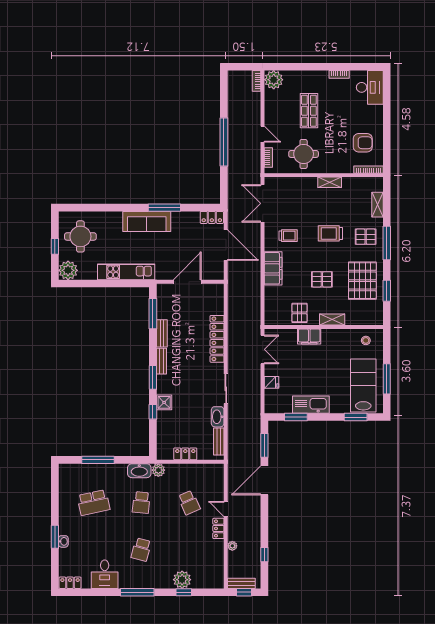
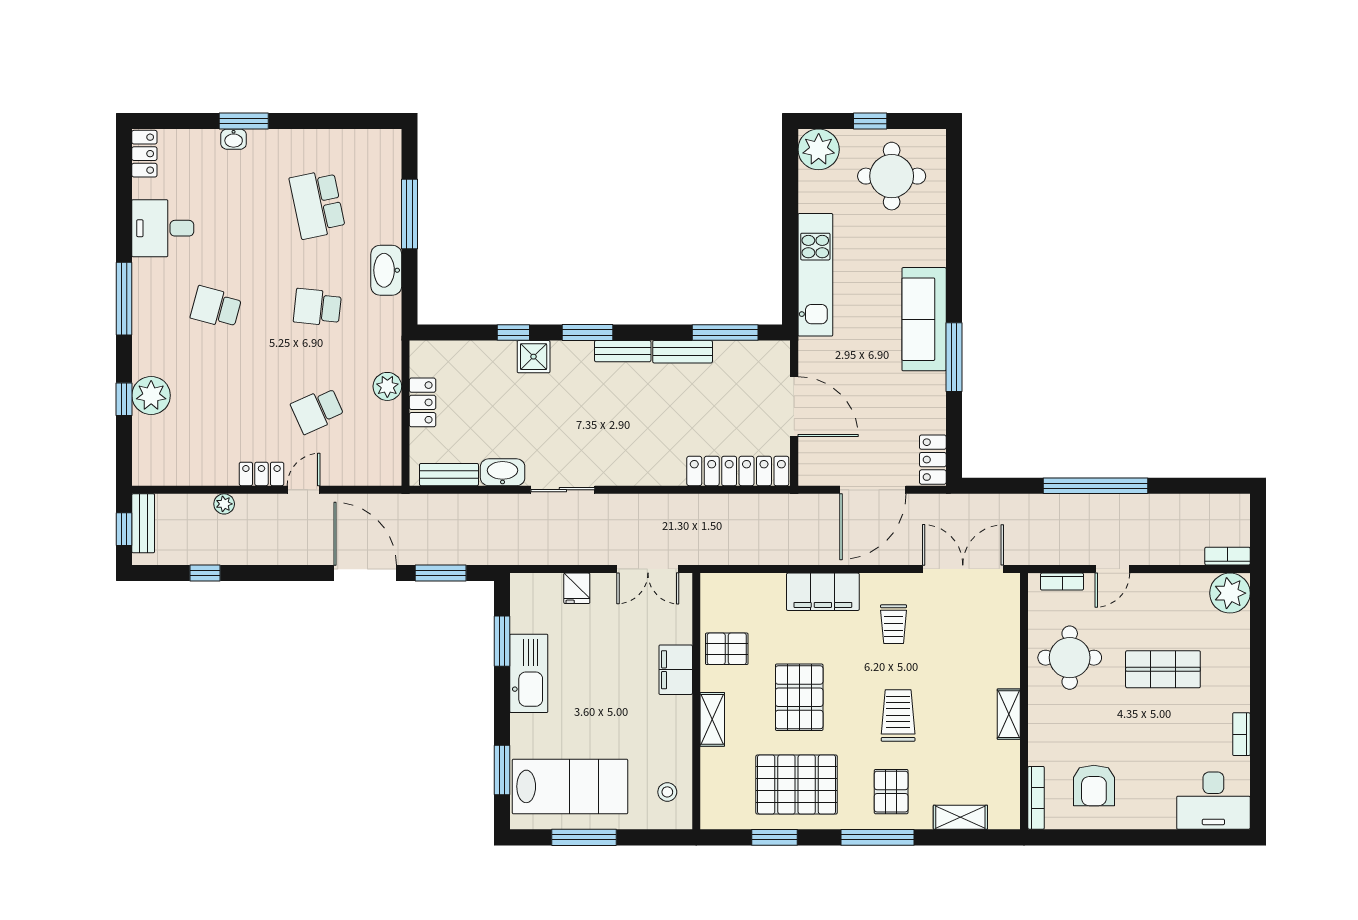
pallet: (322, 279) -> (799, 697), width x1.50, depth x1.42
locker: (217, 339) -> (738, 471), moved
plant: (158, 470) -> (387, 386), moved
washbasin: (139, 471) -> (386, 270), moved

